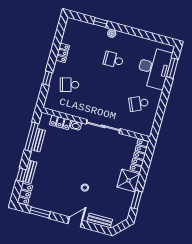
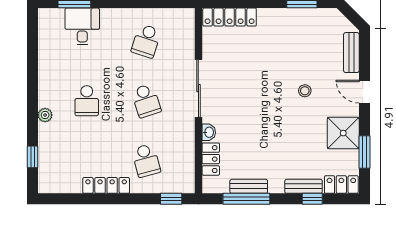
window: (100, 22) -> (33, 157), moved
locker: (63, 53) -> (106, 185), width x1.53
desk: (154, 68) -> (82, 26), width x0.53, depth x0.77
window: (47, 78) -> (171, 199), moved
school desk: (104, 94) -> (146, 101), added
school desk: (139, 104) -> (146, 41), turned 42
shower: (128, 181) -> (343, 133), moved

